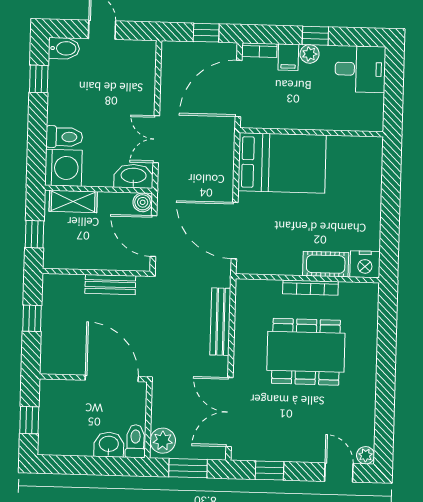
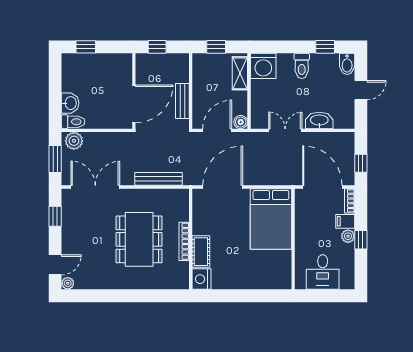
desk: (360, 69) -> (323, 272), moved
toilet: (64, 137) -> (302, 66), moved
washbasin: (134, 176) -> (319, 120), moved, turned -90
wall: (93, 378) -> (134, 91), moved
door: (112, 378) -> (134, 104), moved

